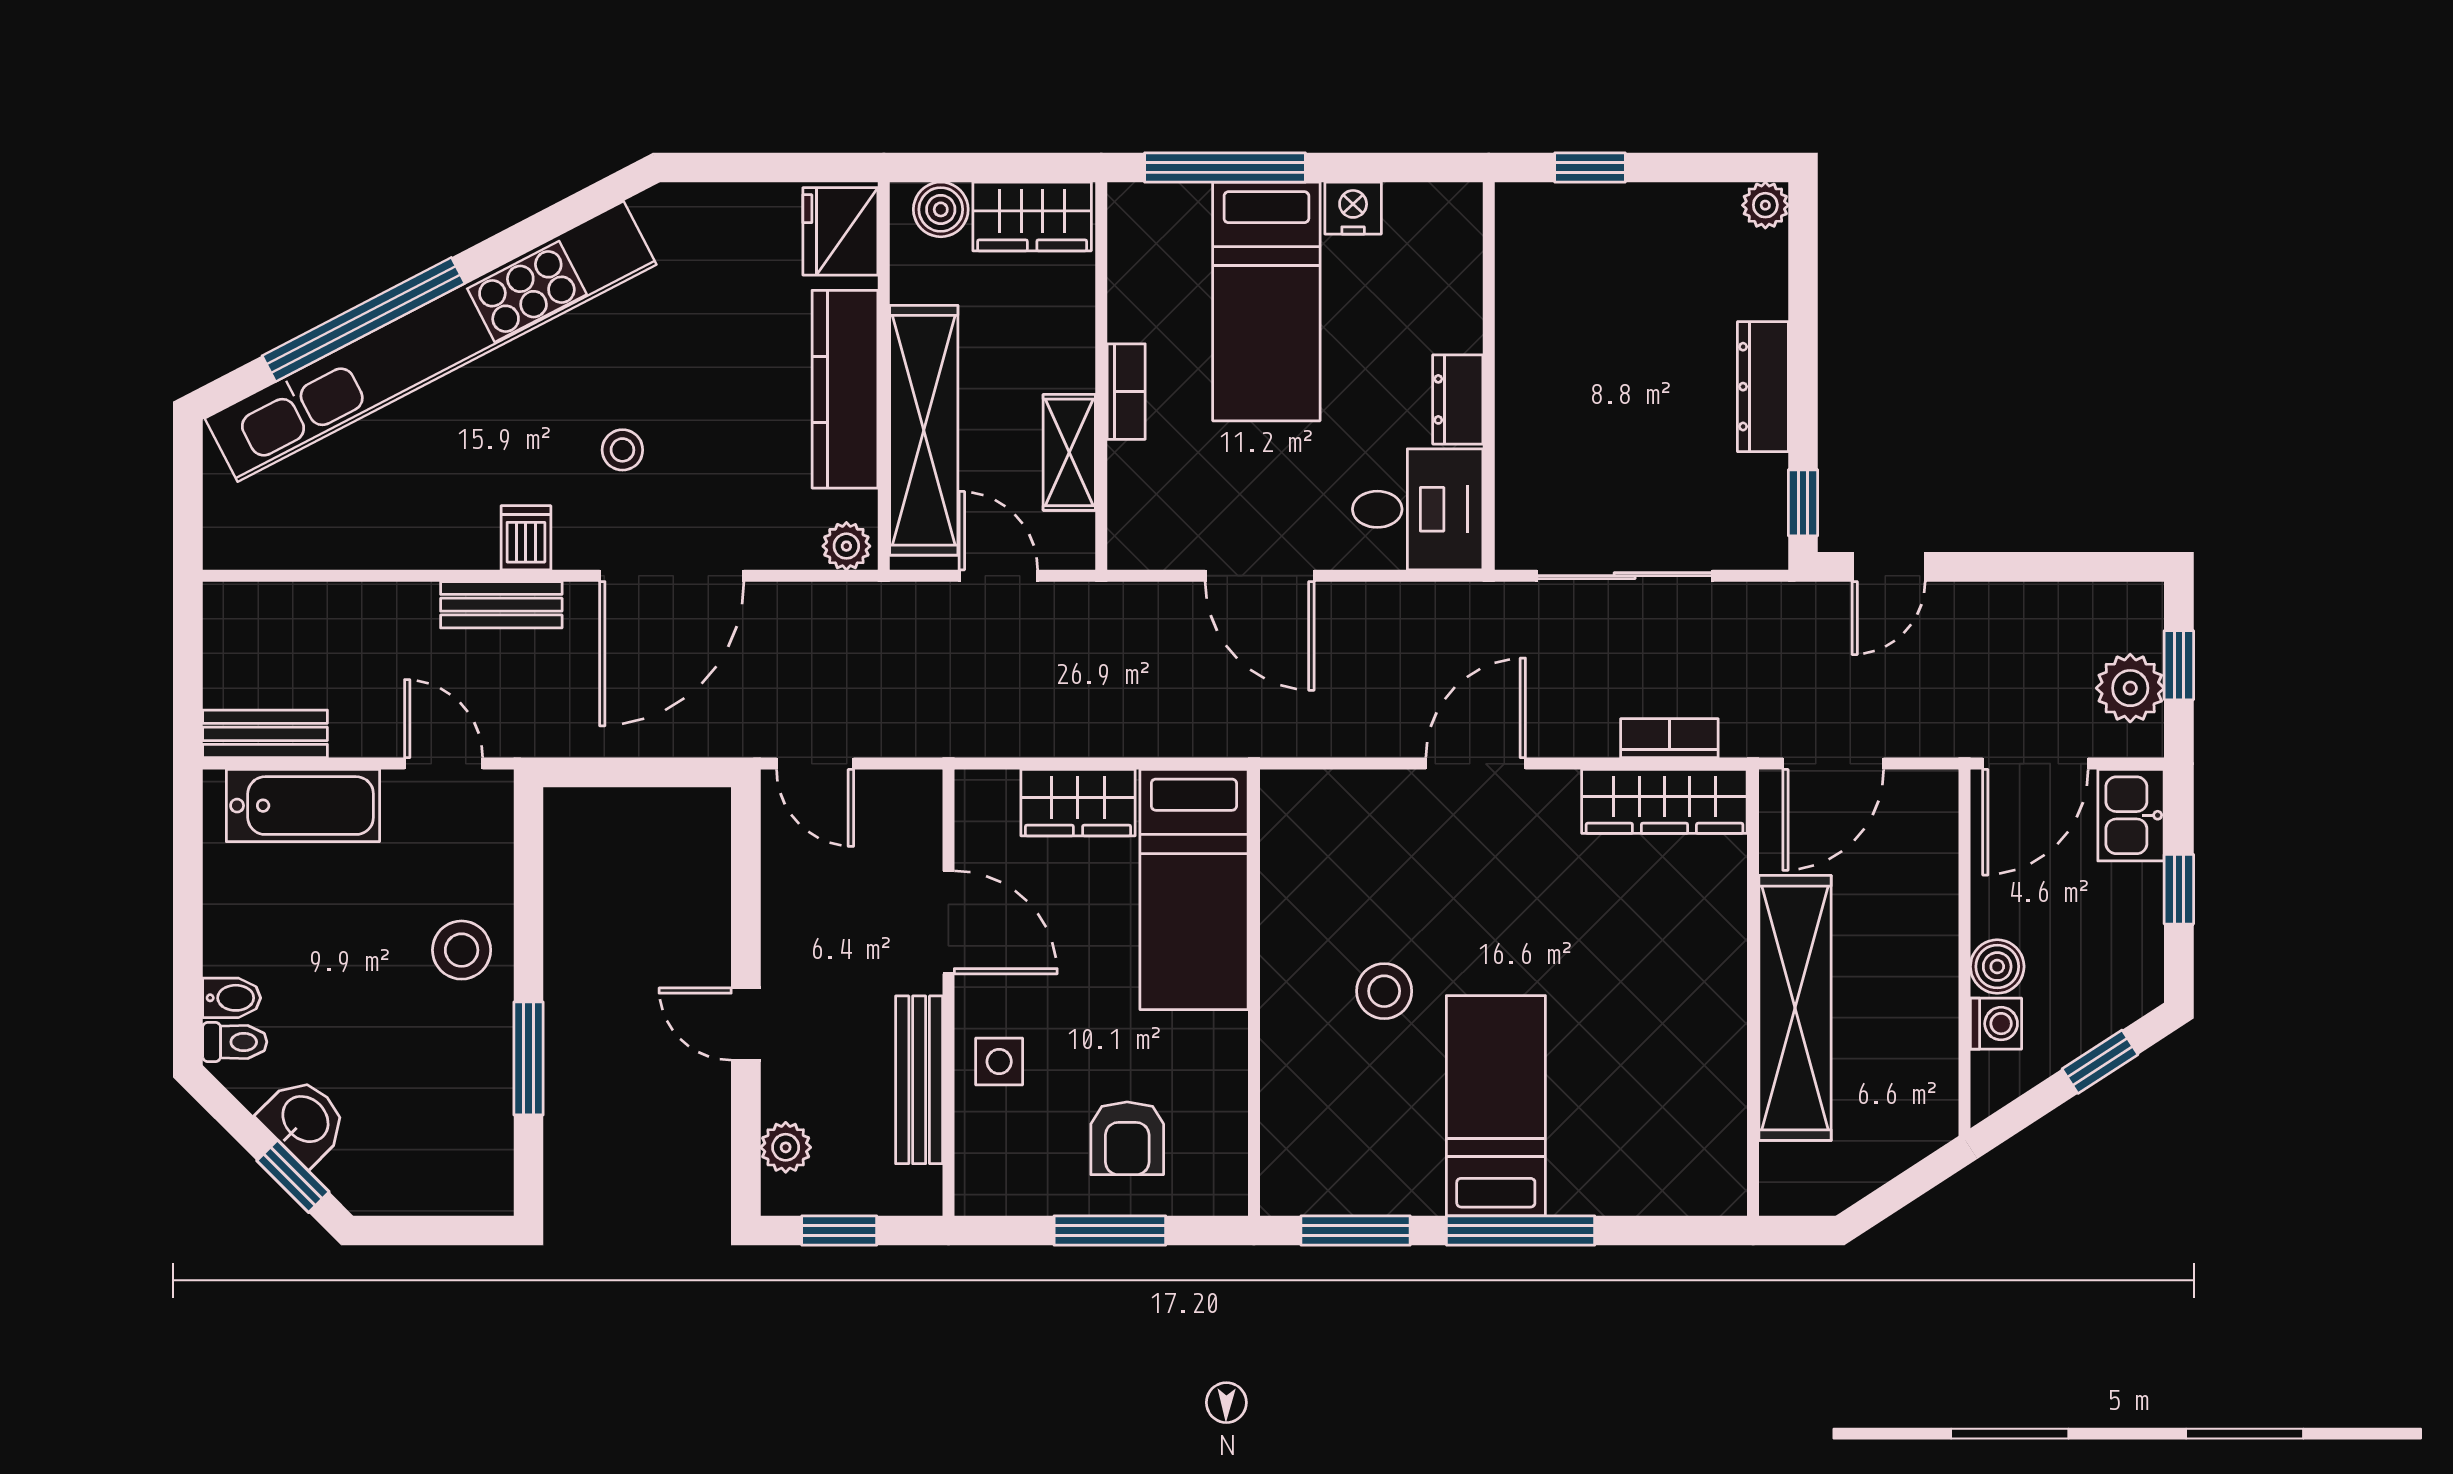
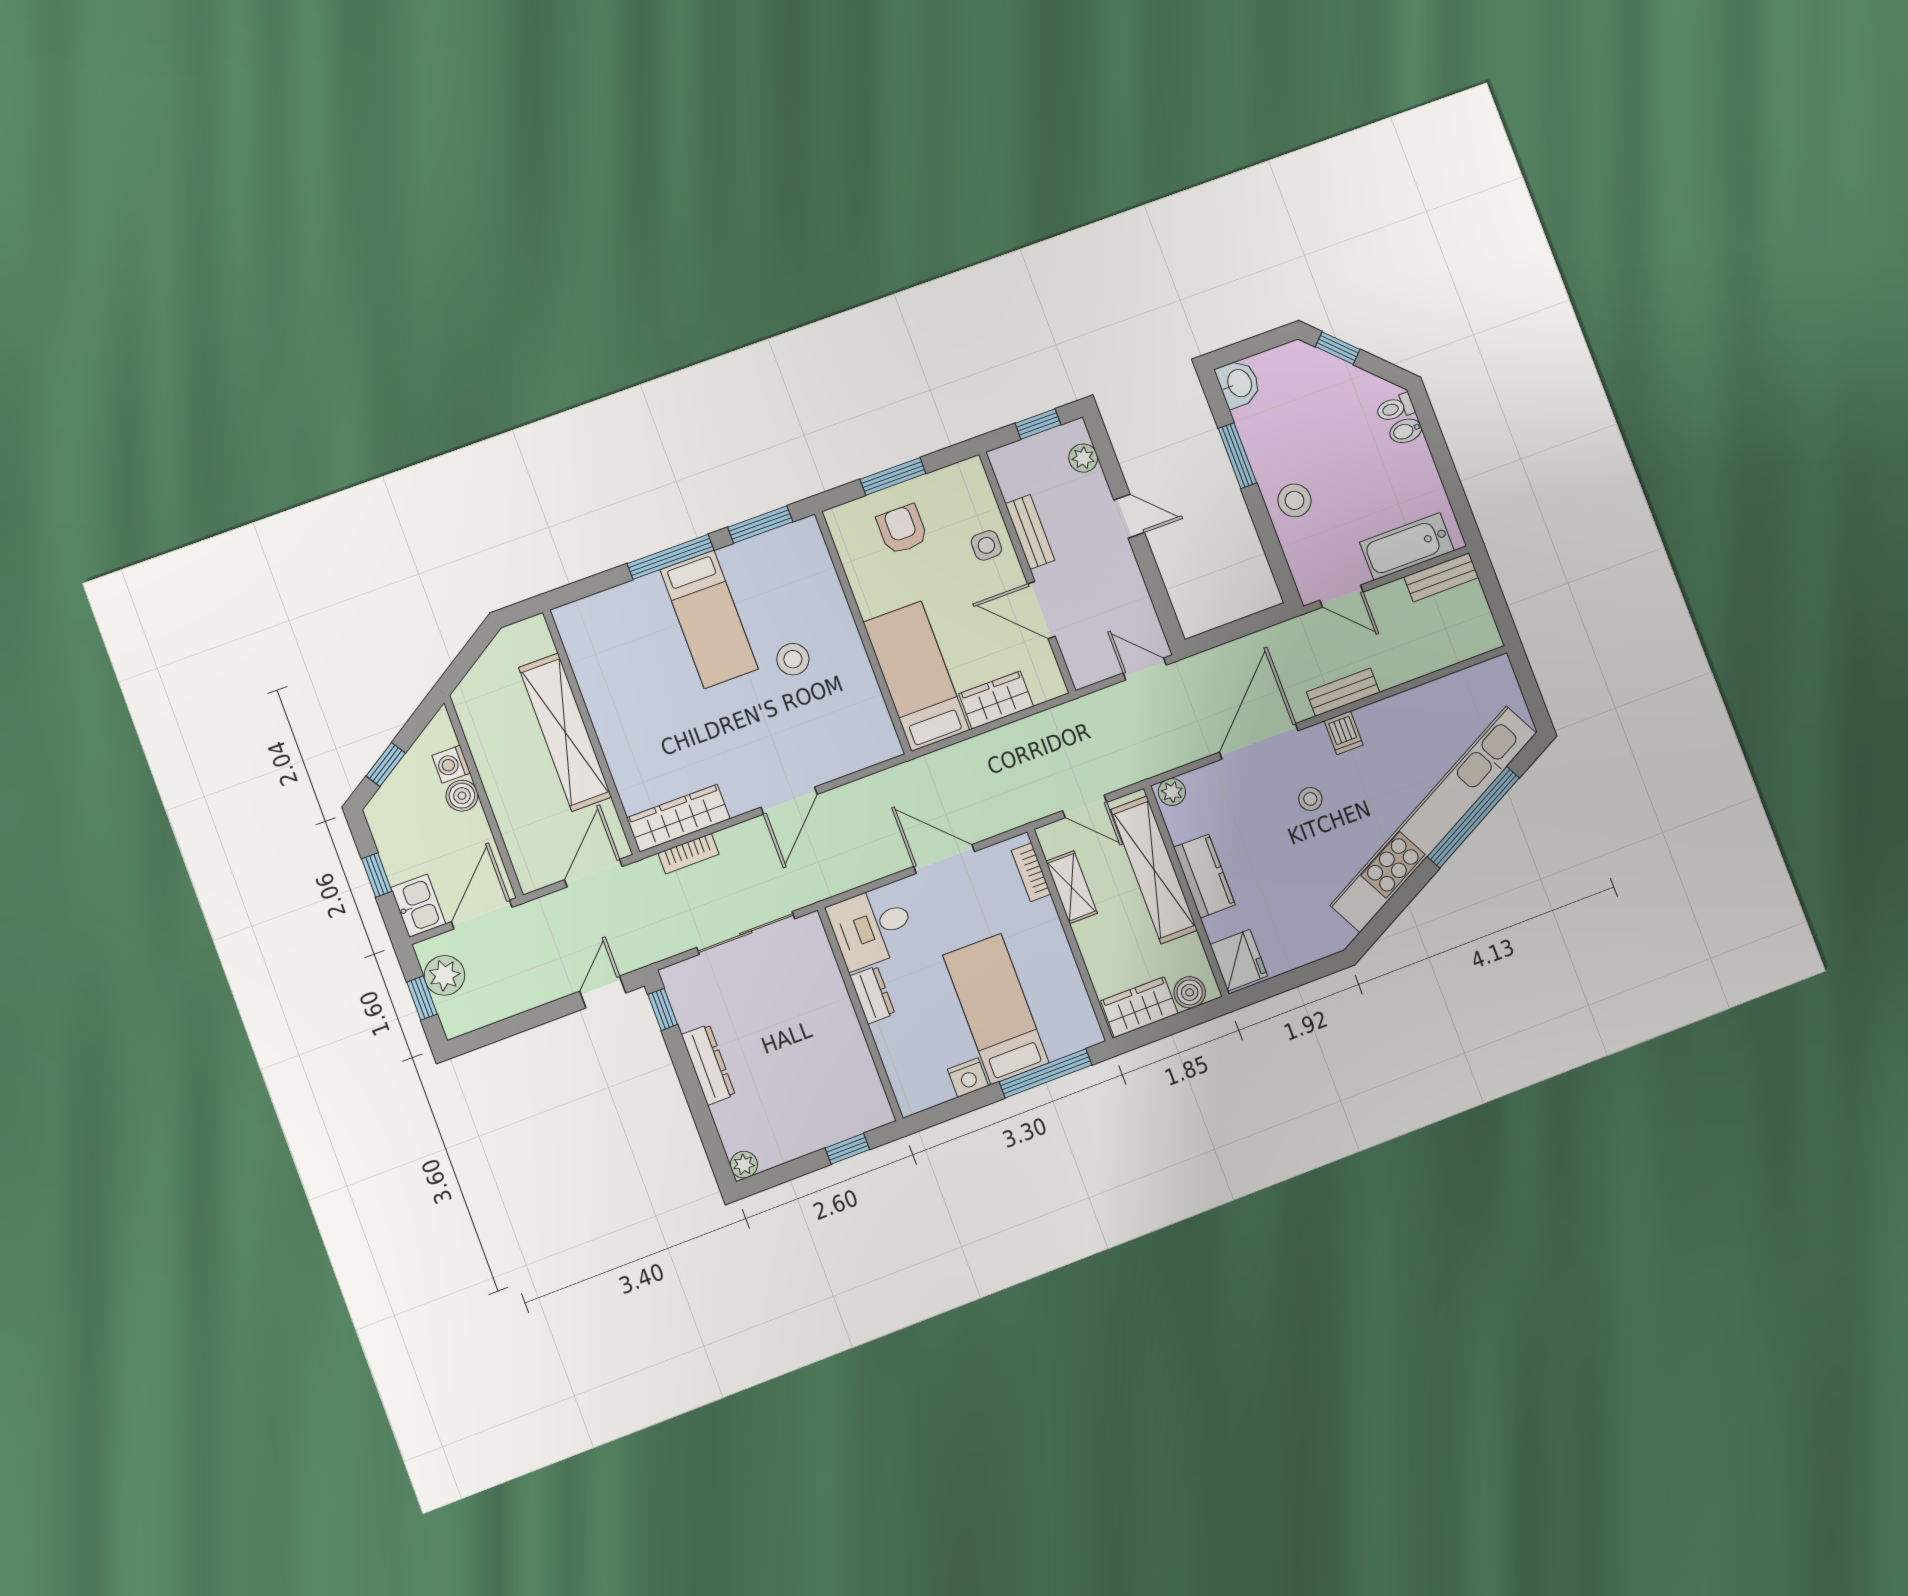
kitchen counter: (845, 389) -> (1204, 876), width x0.67
bookcase: (1126, 392) -> (1031, 872), moved
bench: (919, 1080) -> (1030, 532), width x0.73
washbasin: (304, 1120) -> (1239, 384), moved, turned -135

